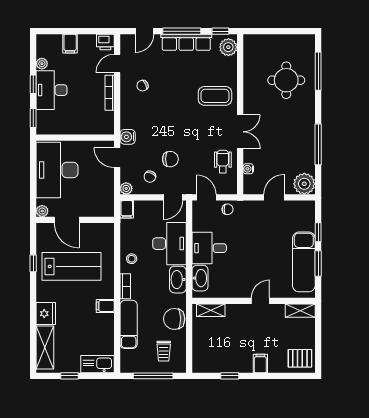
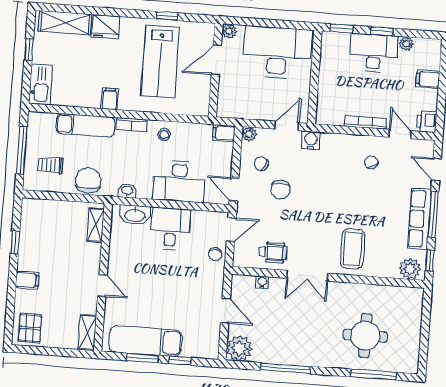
washbasin: (178, 280) -> (127, 191), width x0.52, depth x0.69

